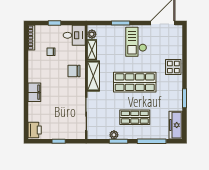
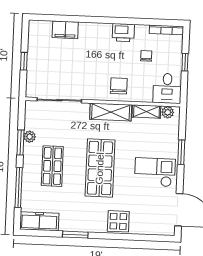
filing cabinet: (34, 92) -> (65, 30), moved
printer: (35, 130) -> (123, 33), moved

